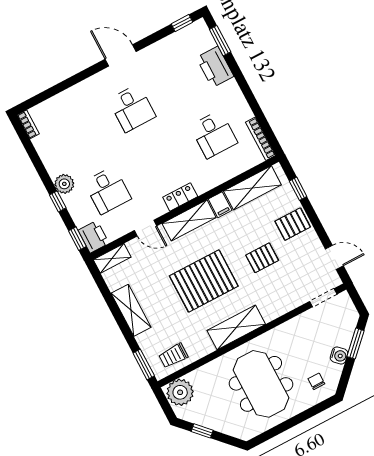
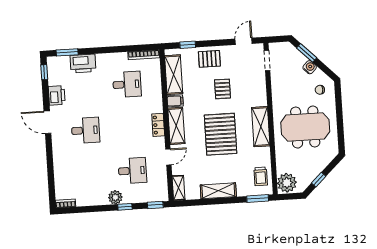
door: (121, 55) -> (47, 122), hinge flipped
pallet: (293, 224) -> (209, 59), turned 90
printer: (93, 237) -> (57, 95), moved, turned 90

